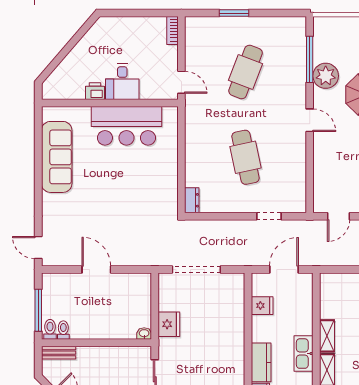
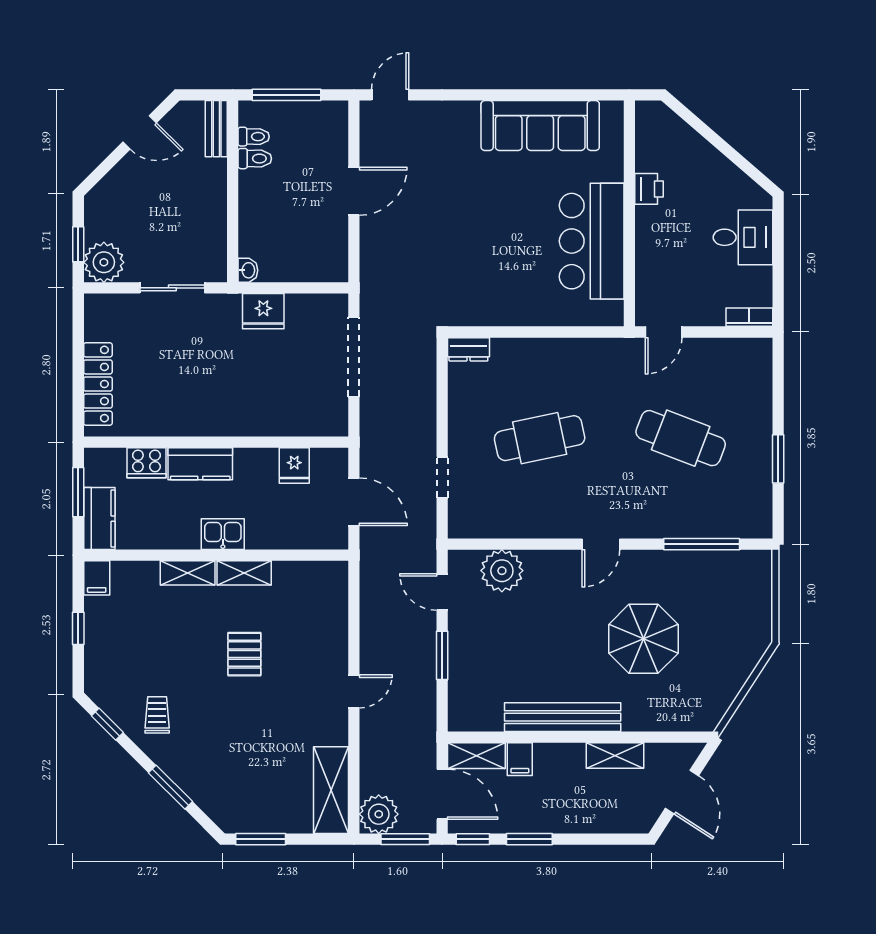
window: (234, 13) -> (778, 459), moved
plant: (326, 76) -> (502, 571), moved
desk: (122, 82) -> (743, 237), moved, turned 180
toilet: (50, 329) -> (255, 159), moved
kitchen sink: (304, 354) -> (223, 534), width x0.73

